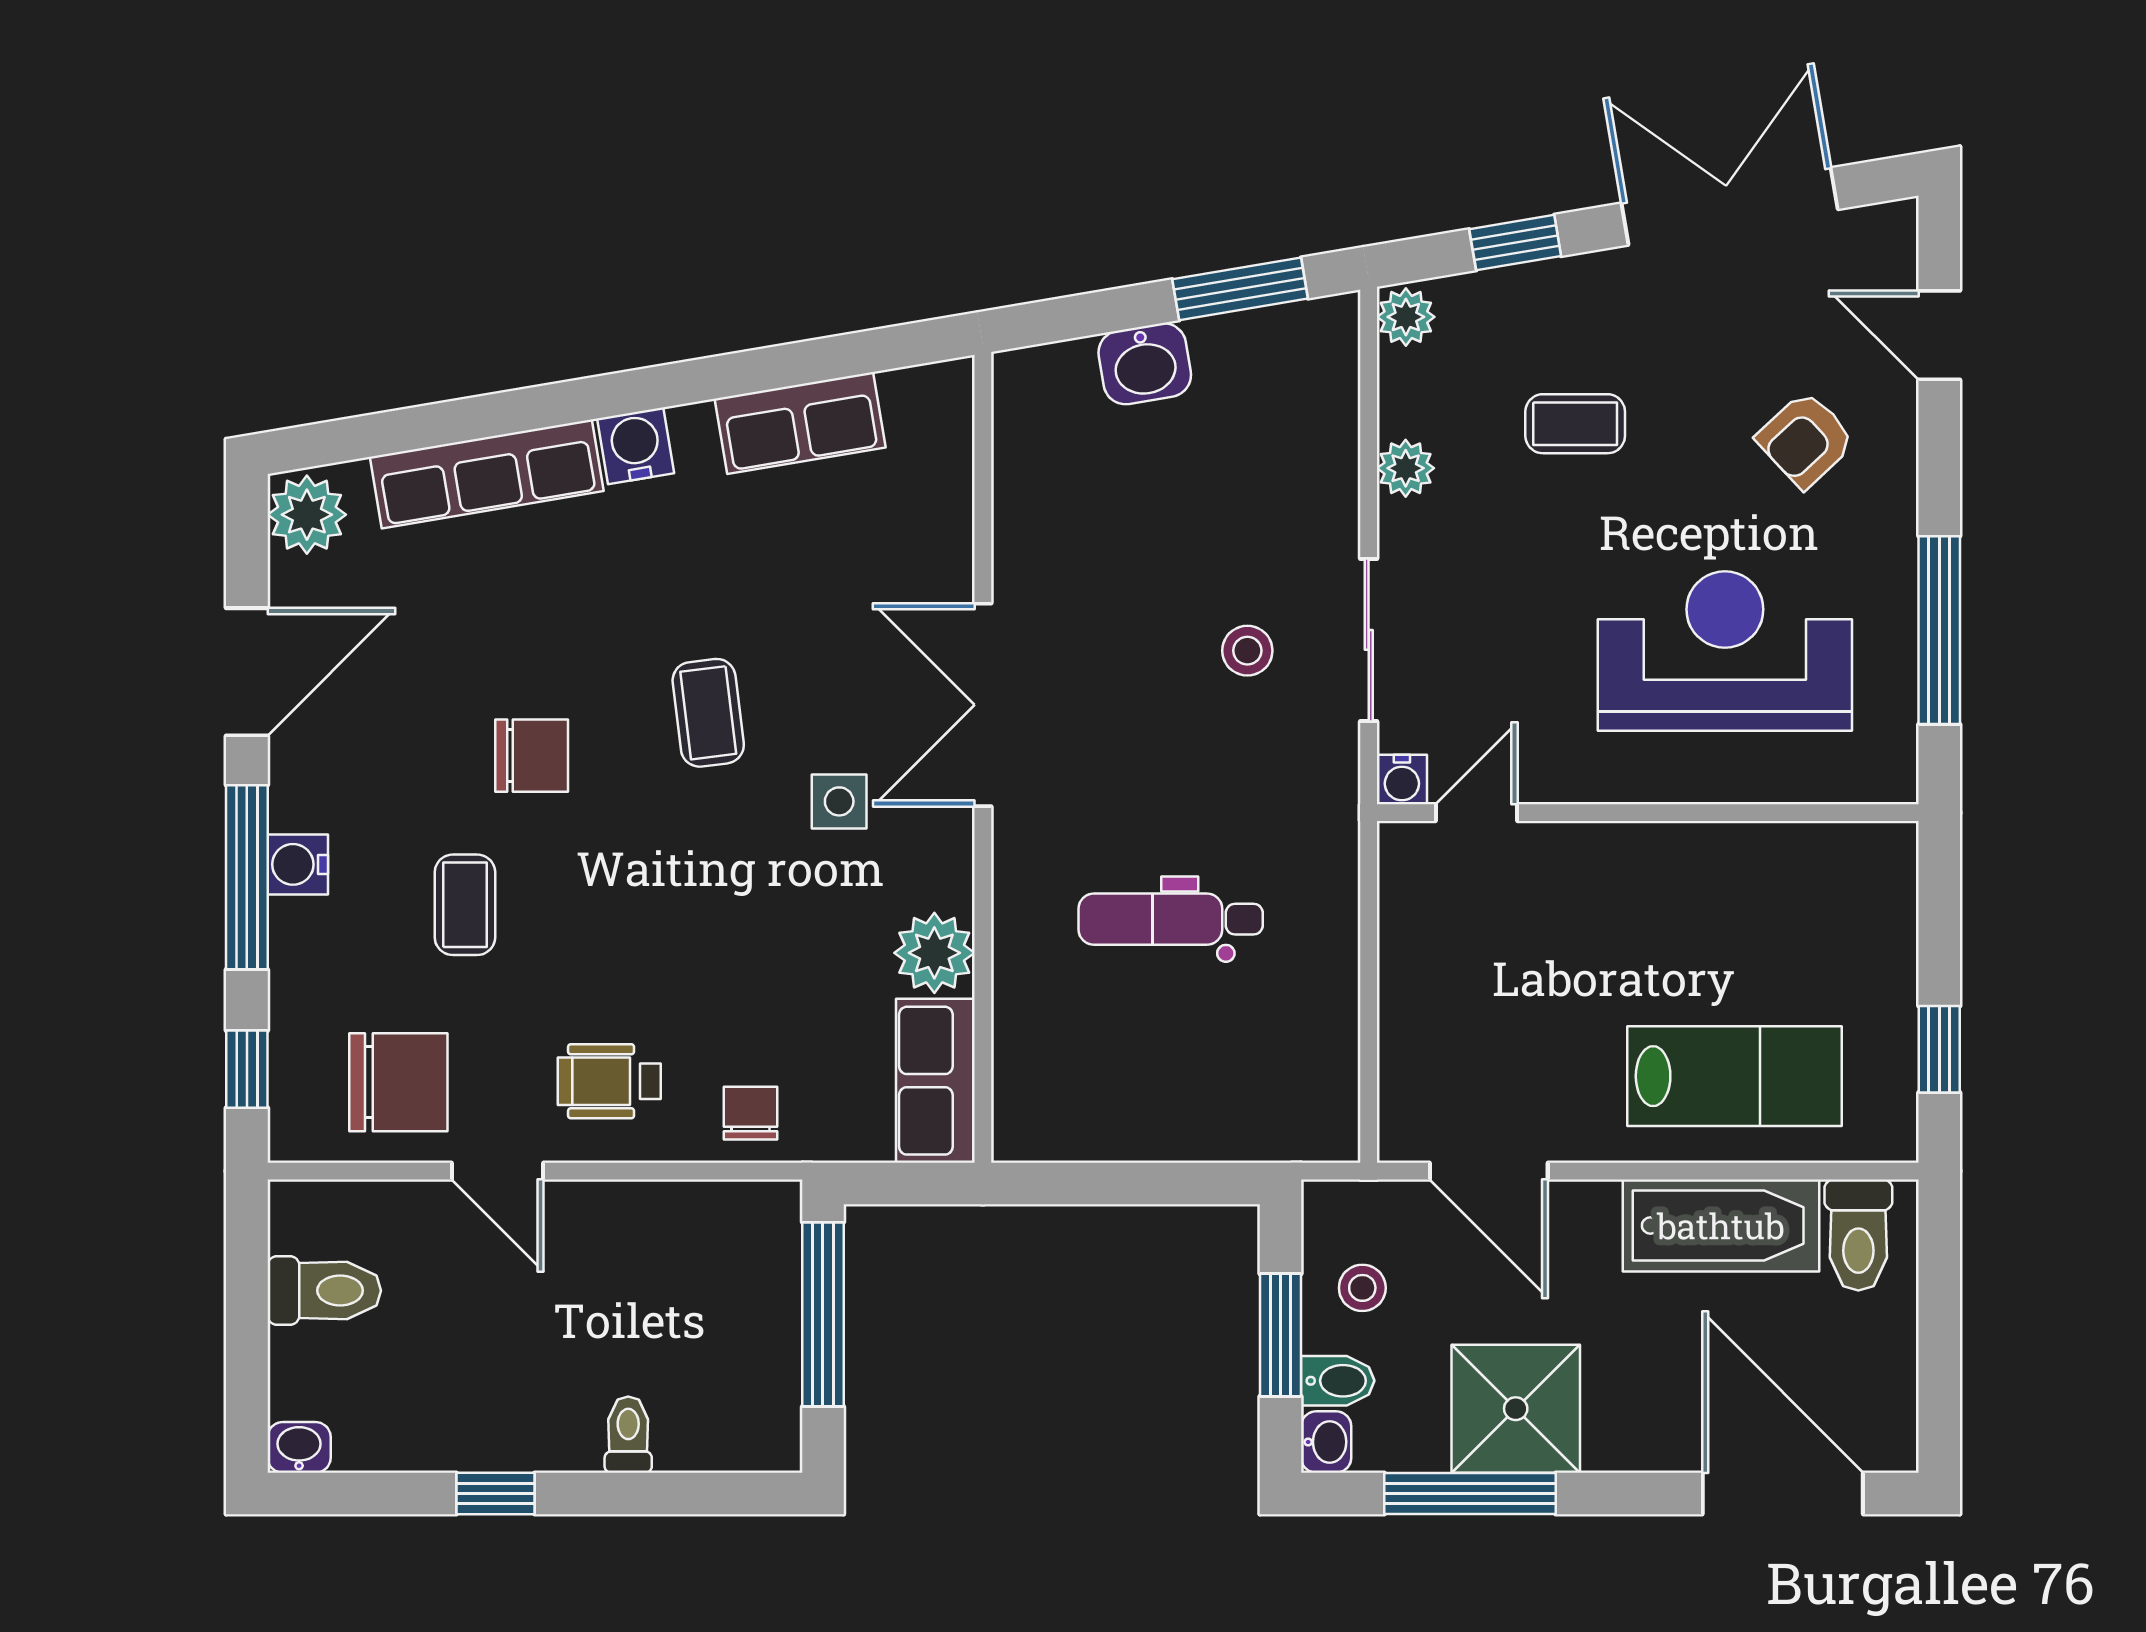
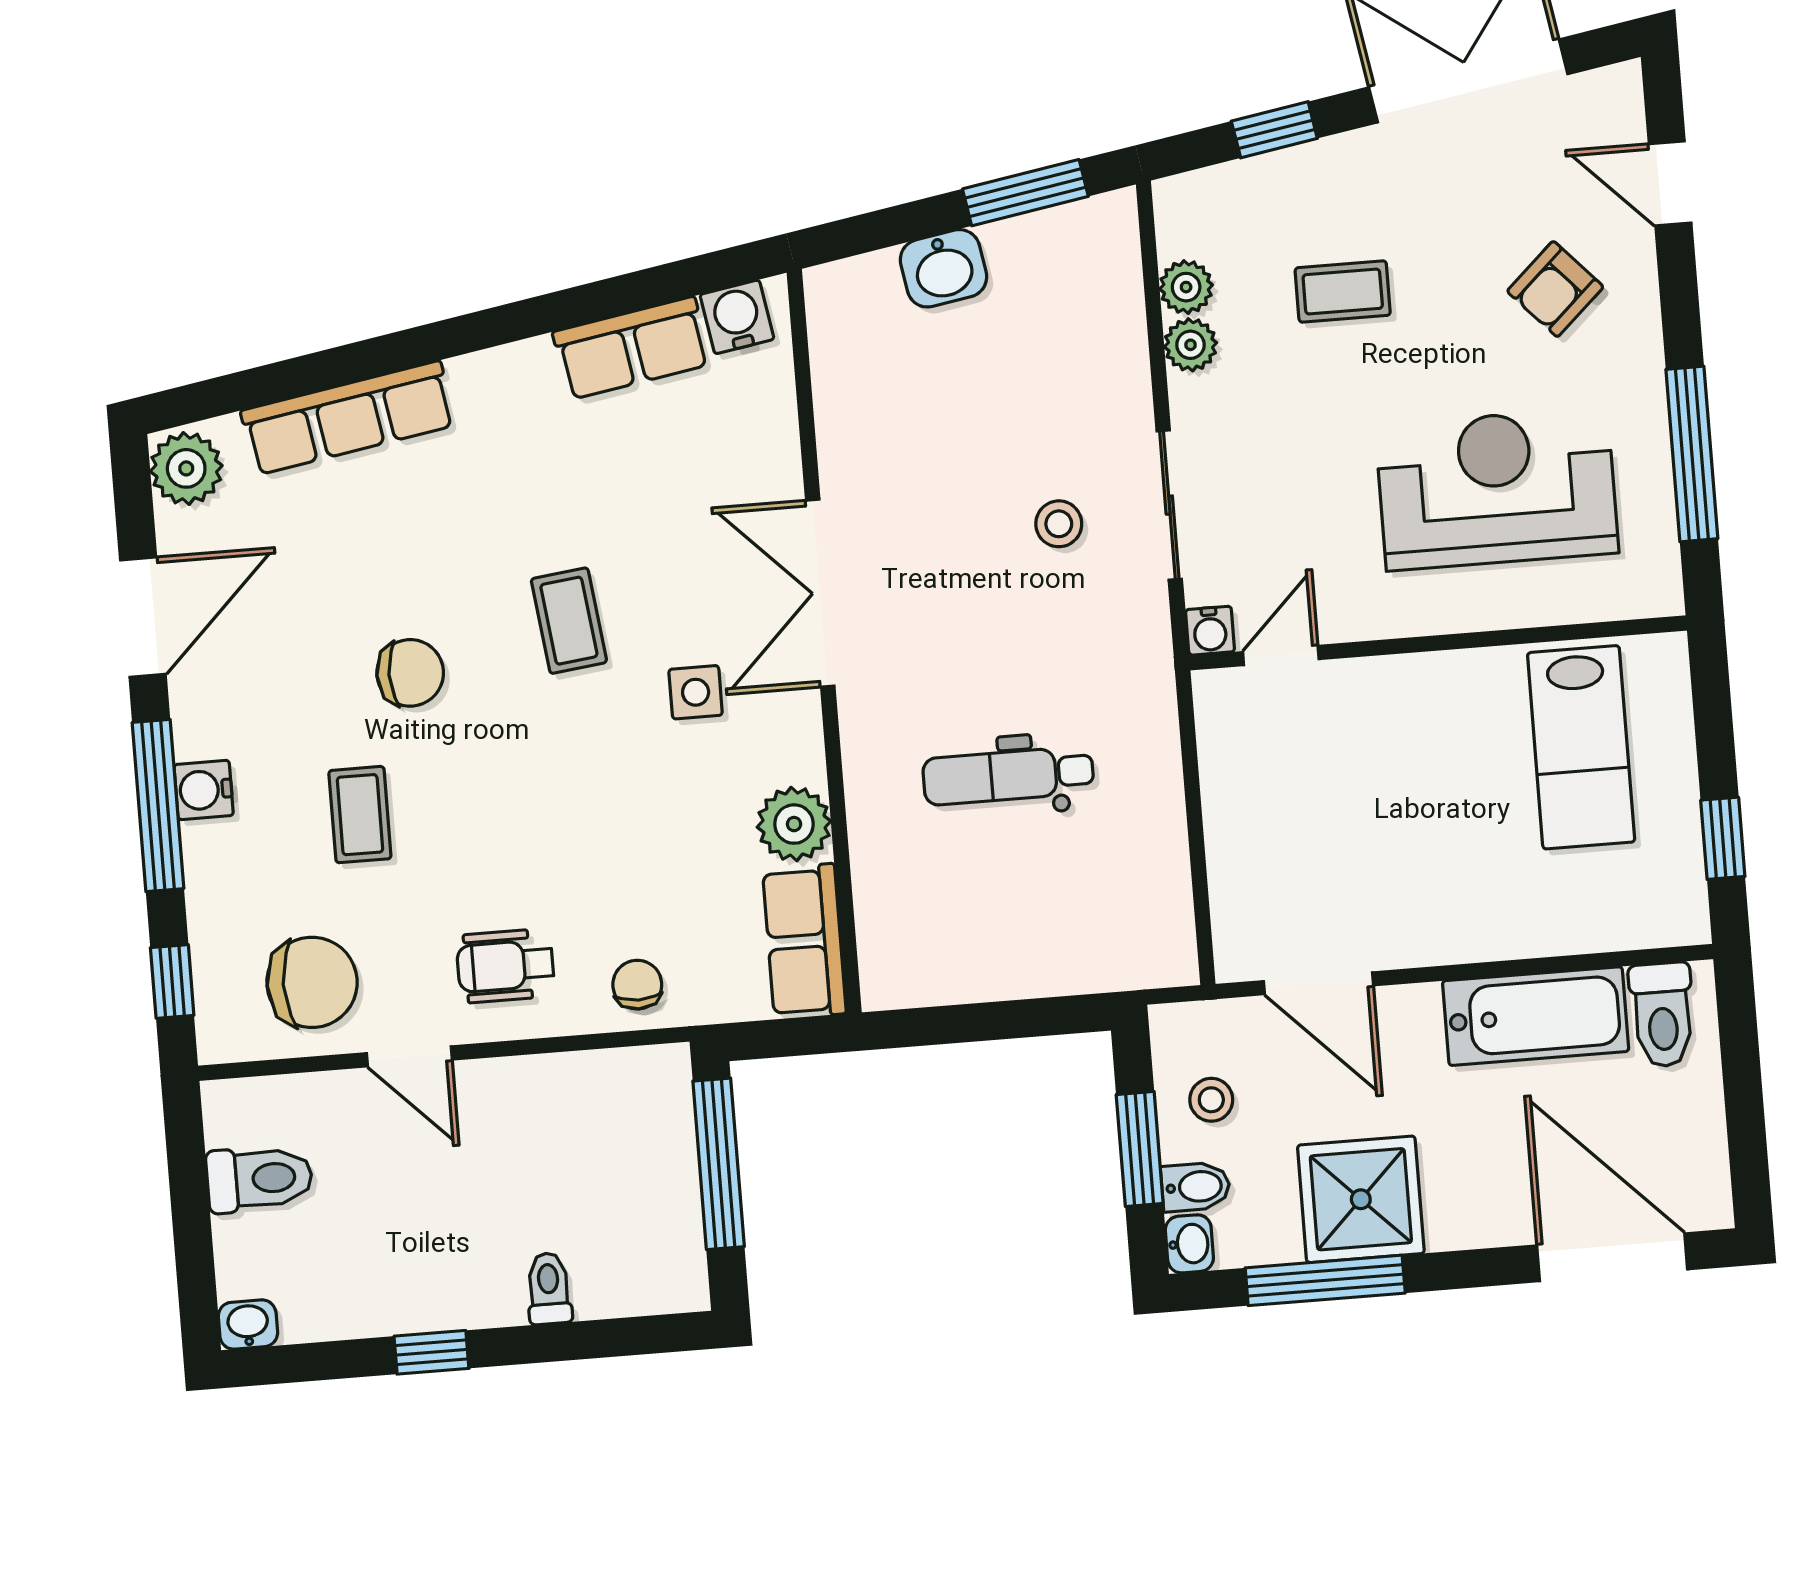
plant: (1406, 317) -> (1186, 287), moved
water cooler: (636, 446) -> (737, 317), moved
lab bench: (1734, 1076) -> (1581, 747), moved, turned 90

